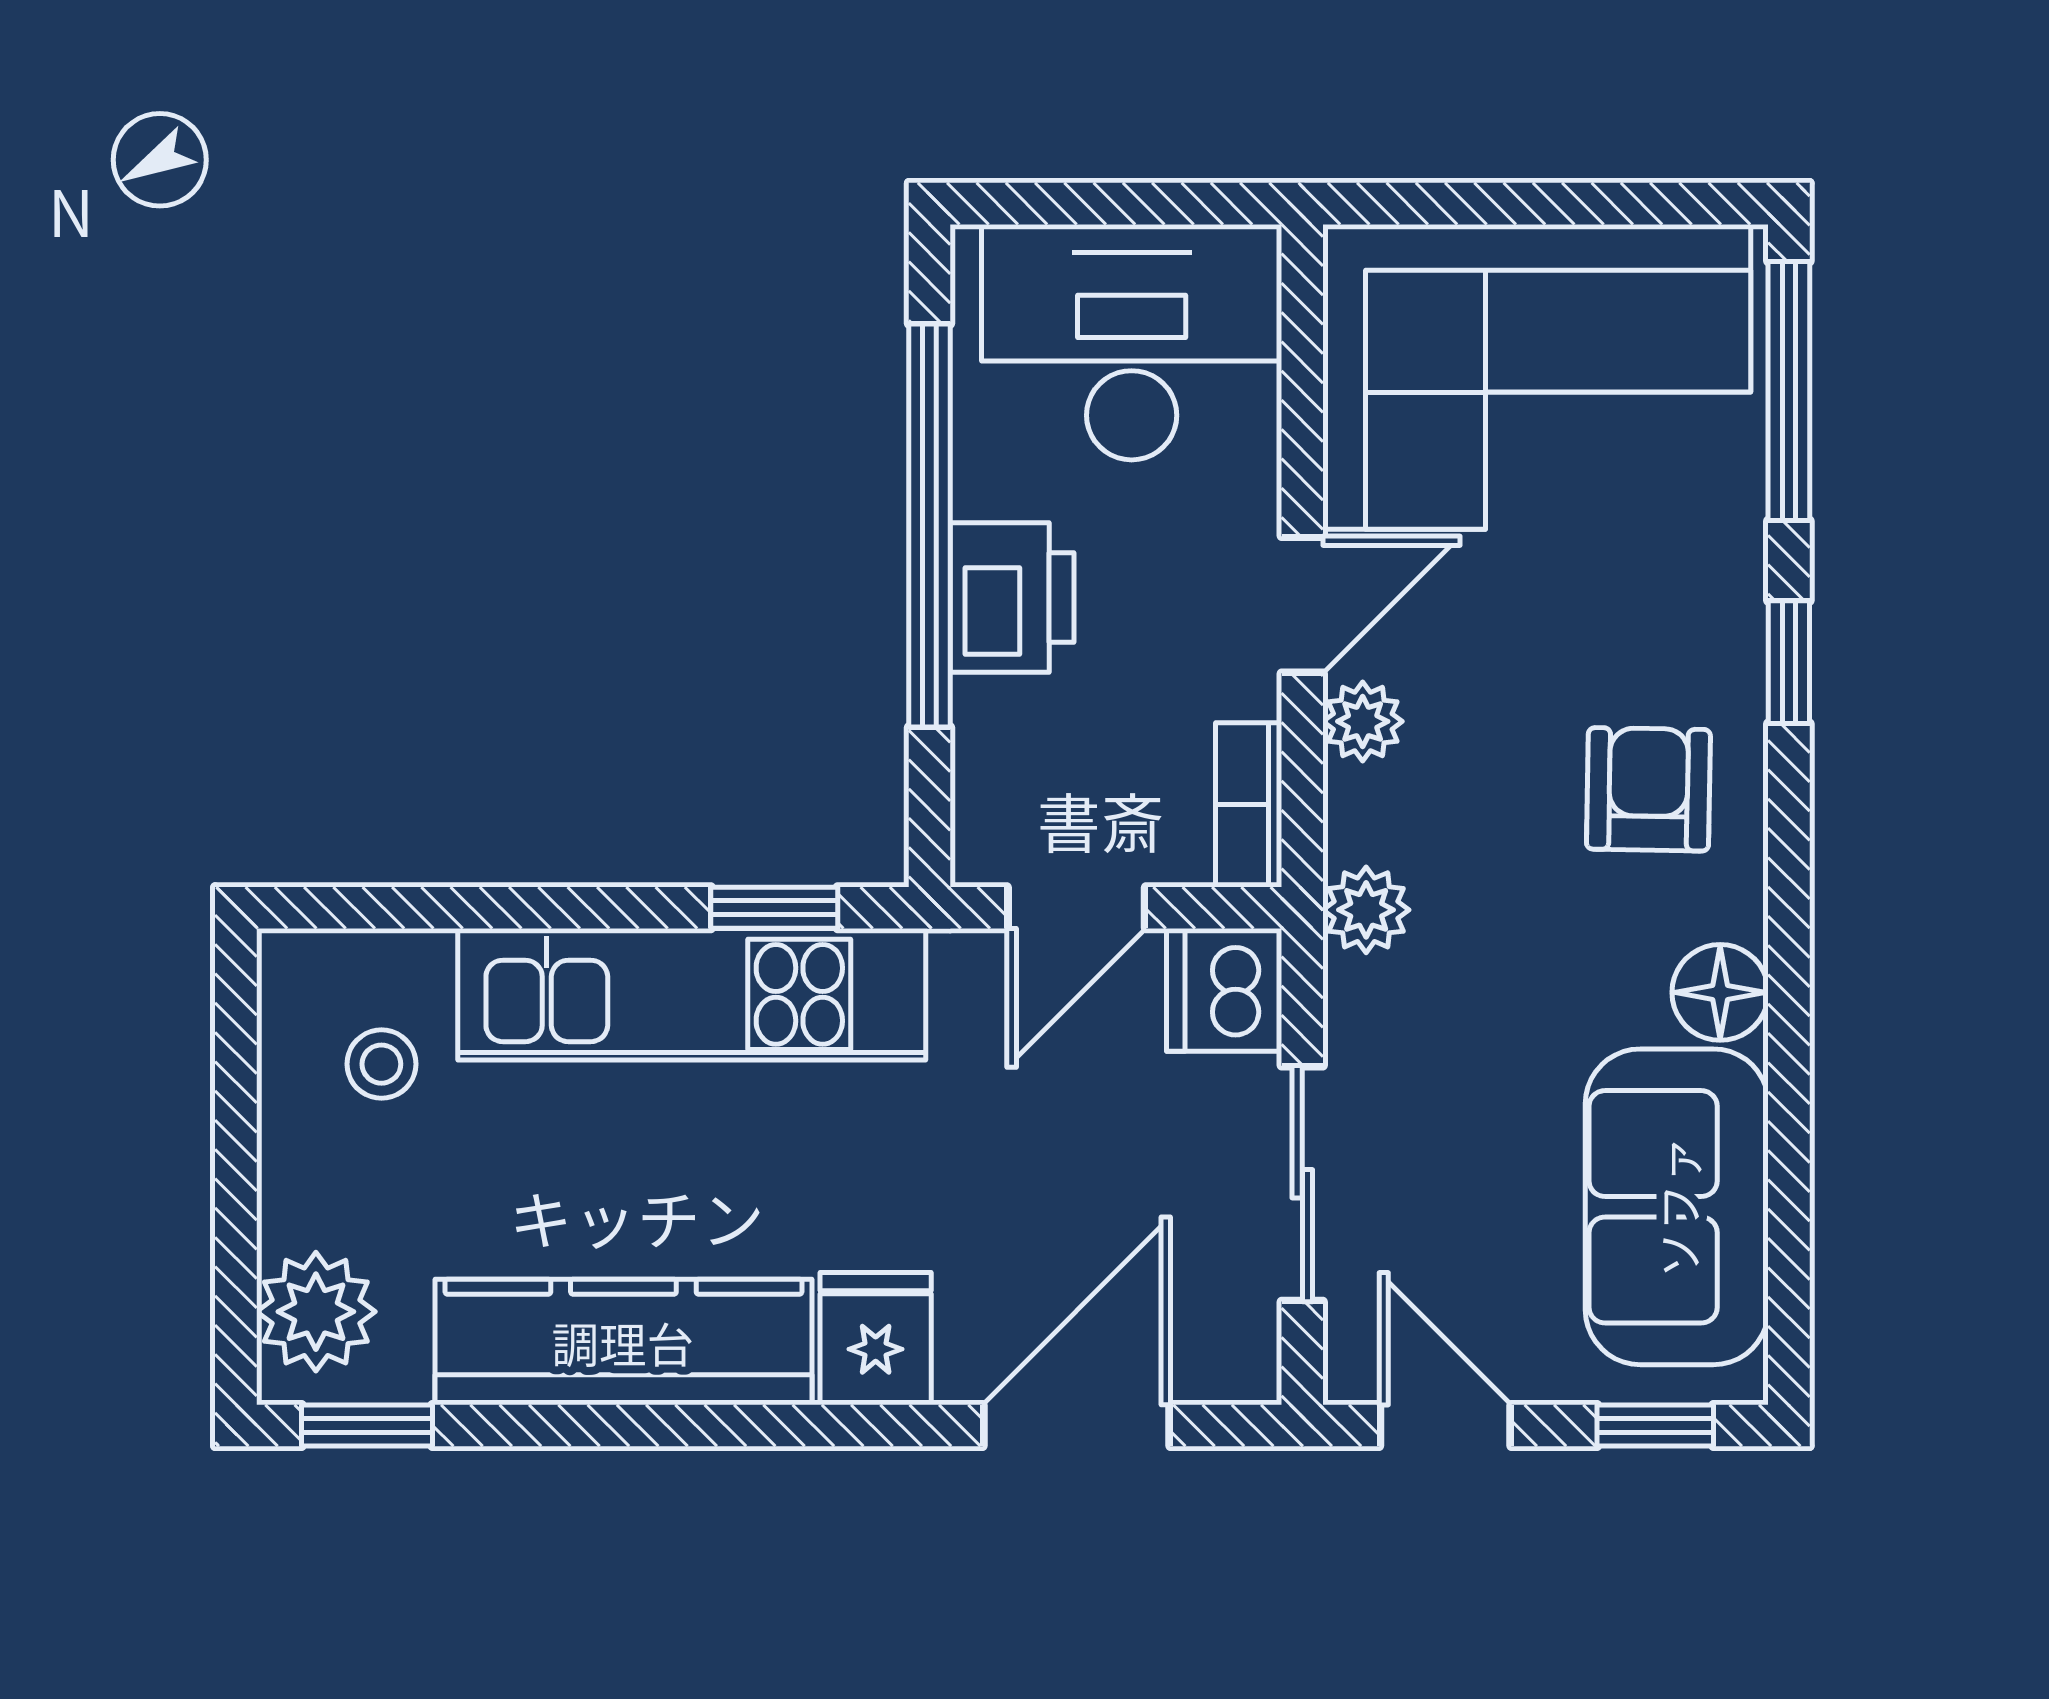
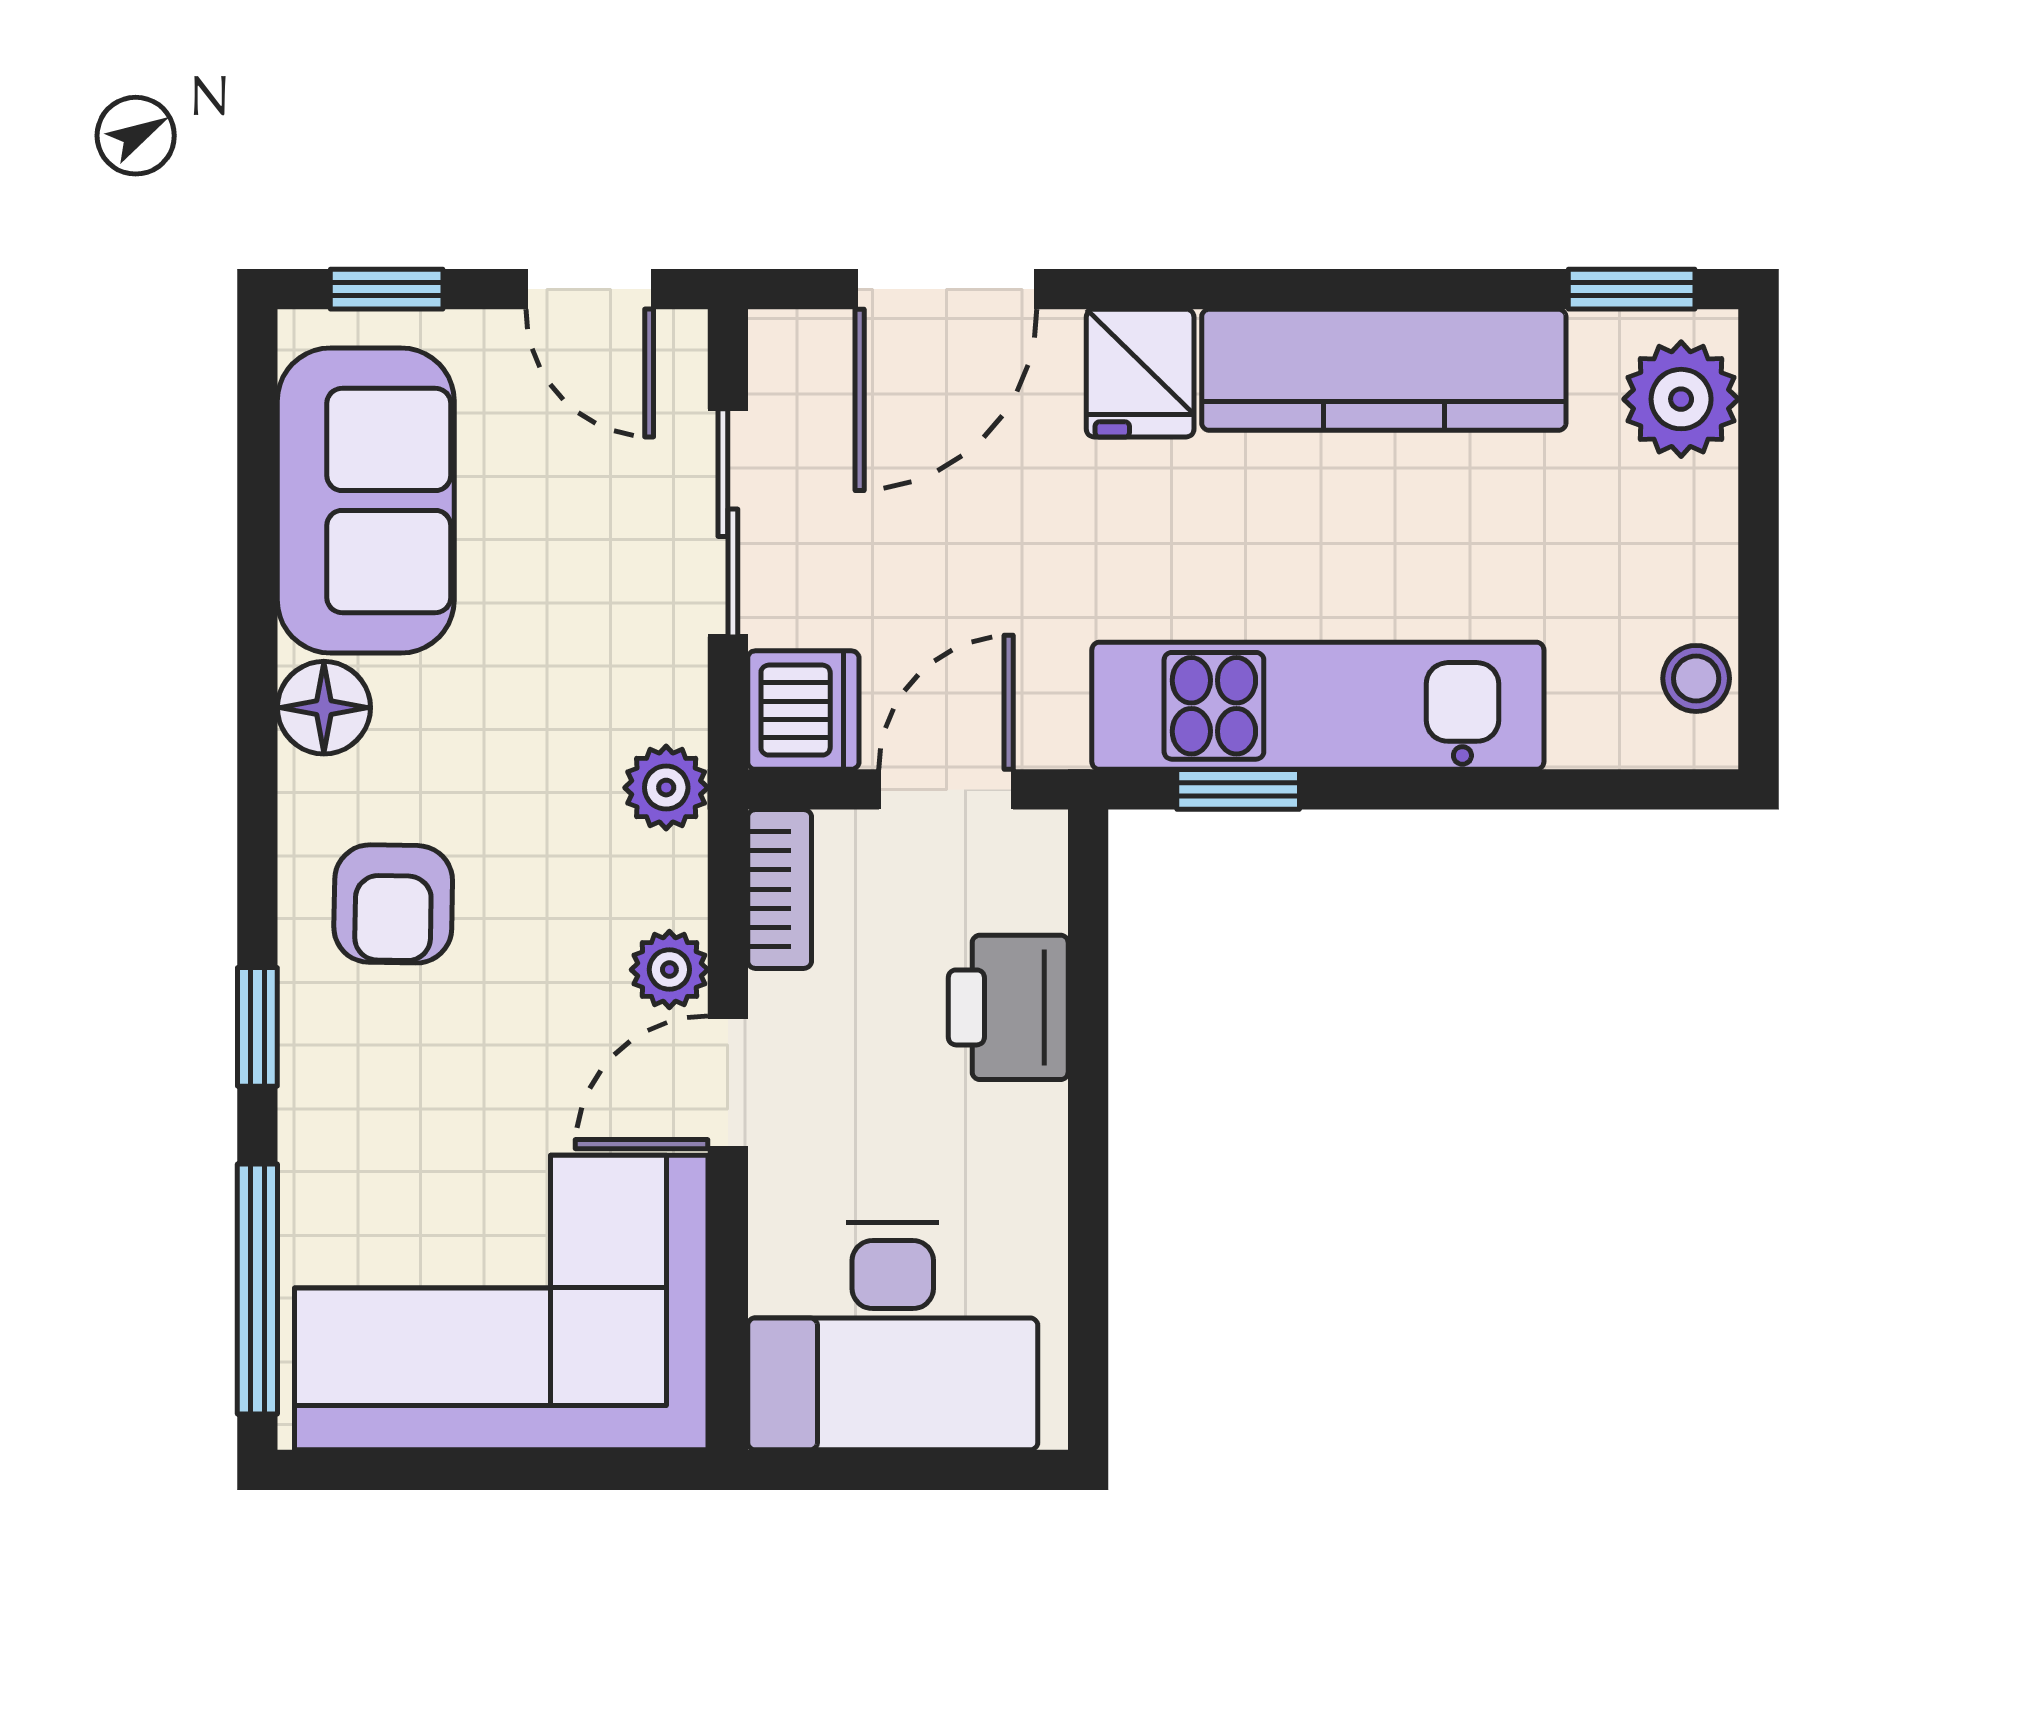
window: (930, 526) -> (1088, 1159), removed
printer: (1012, 598) -> (1008, 1007), moved
stool: (381, 1064) -> (1696, 678), moved

